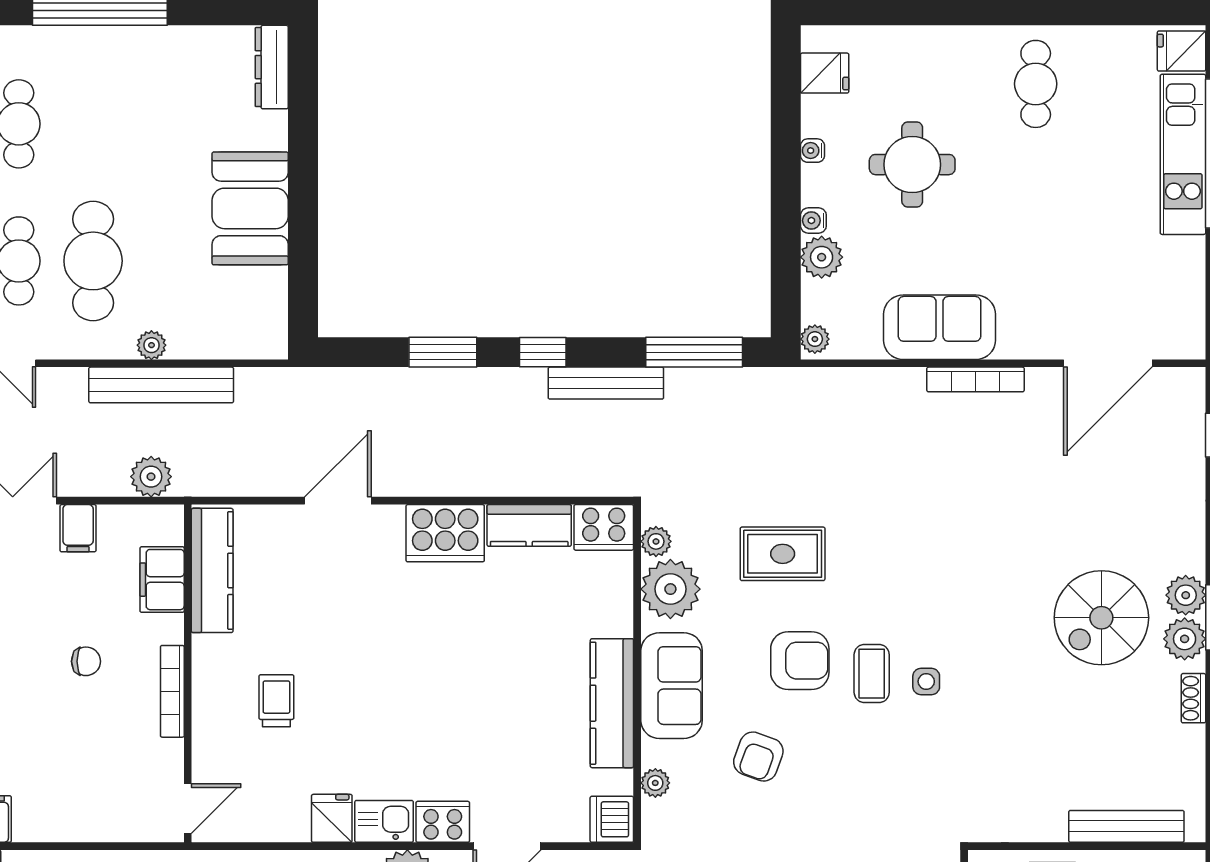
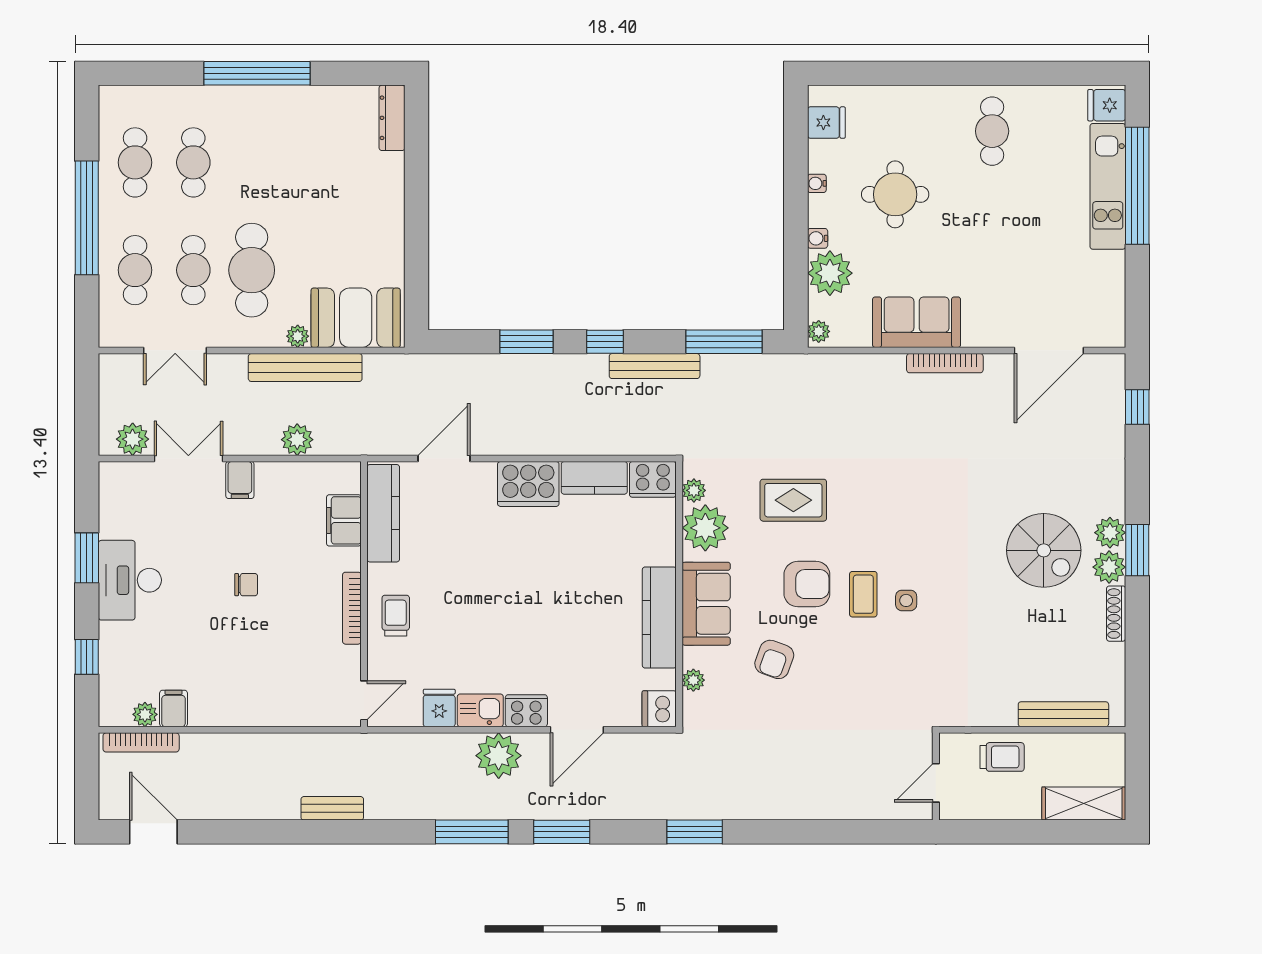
booth: (250, 208) -> (356, 318), moved, turned 90
plant: (822, 257) -> (830, 273), width x1.36, depth x1.36
kitchen counter: (212, 570) -> (383, 513), moved
filing cabinet: (162, 580) -> (344, 520), moved
spiral stairs: (1101, 618) -> (1044, 550), turned -90
wall: (188, 673) -> (364, 594), moved
bookcase: (172, 691) -> (352, 608), moved
shoe rack: (1193, 698) -> (1116, 614), width x1.43
door: (188, 809) -> (364, 700), moved

